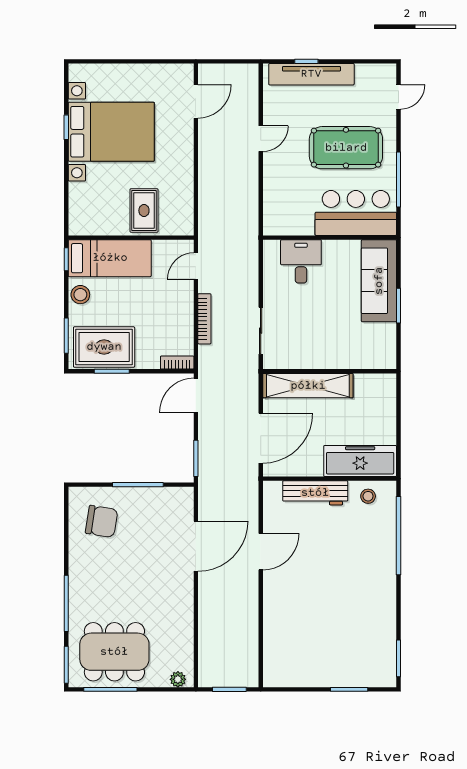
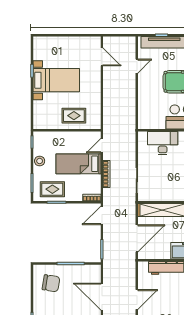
door: (196, 101) -> (102, 57), hinge flipped
bed with nightstands: (111, 132) -> (56, 80), width x0.73
door: (261, 139) -> (137, 66), moved
rug: (144, 210) -> (74, 116), turned 90
bed: (110, 258) -> (78, 164), moved, turned 180
desk: (301, 261) -> (163, 143), width x1.37
rug: (104, 347) -> (52, 189), width x0.73, depth x0.70
door: (196, 546) -> (102, 297), swing flipped

